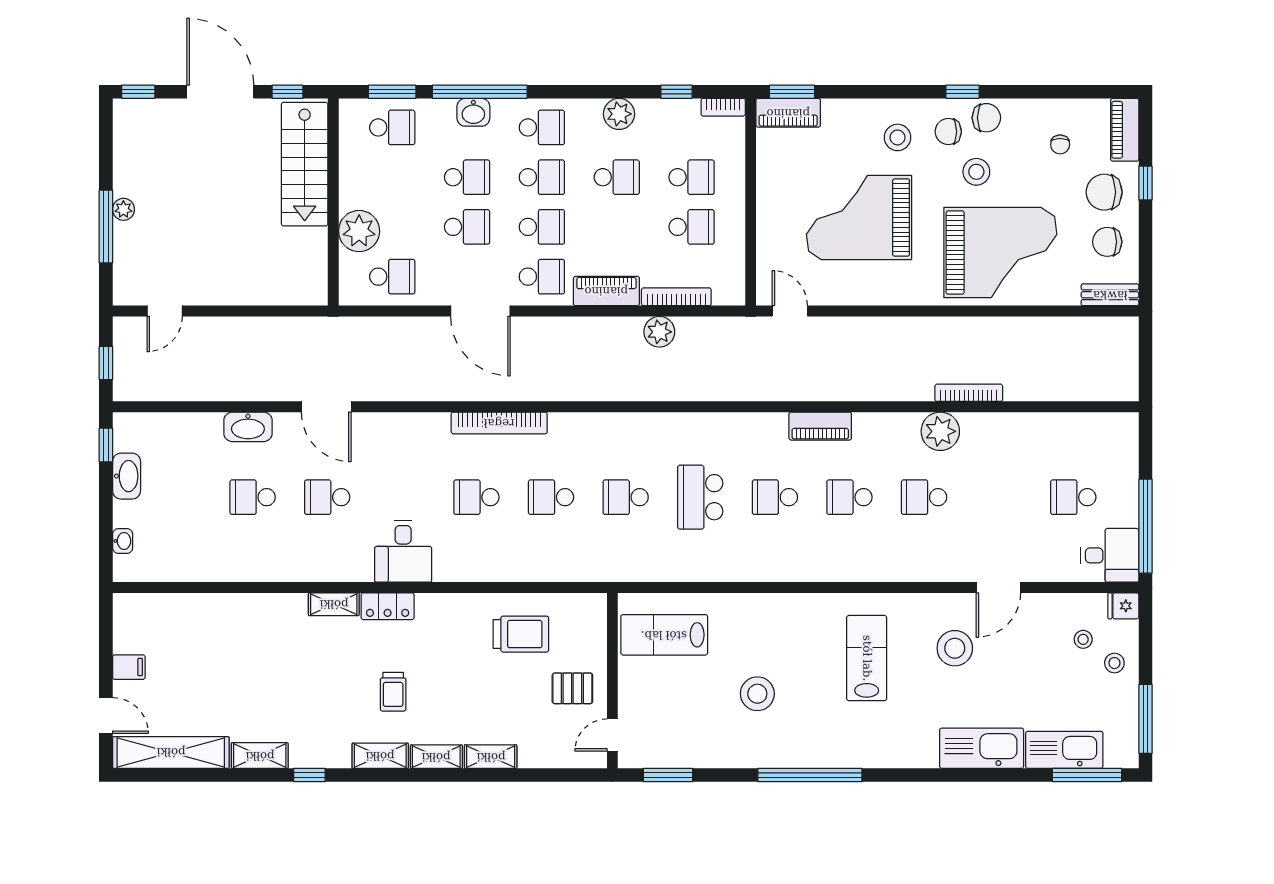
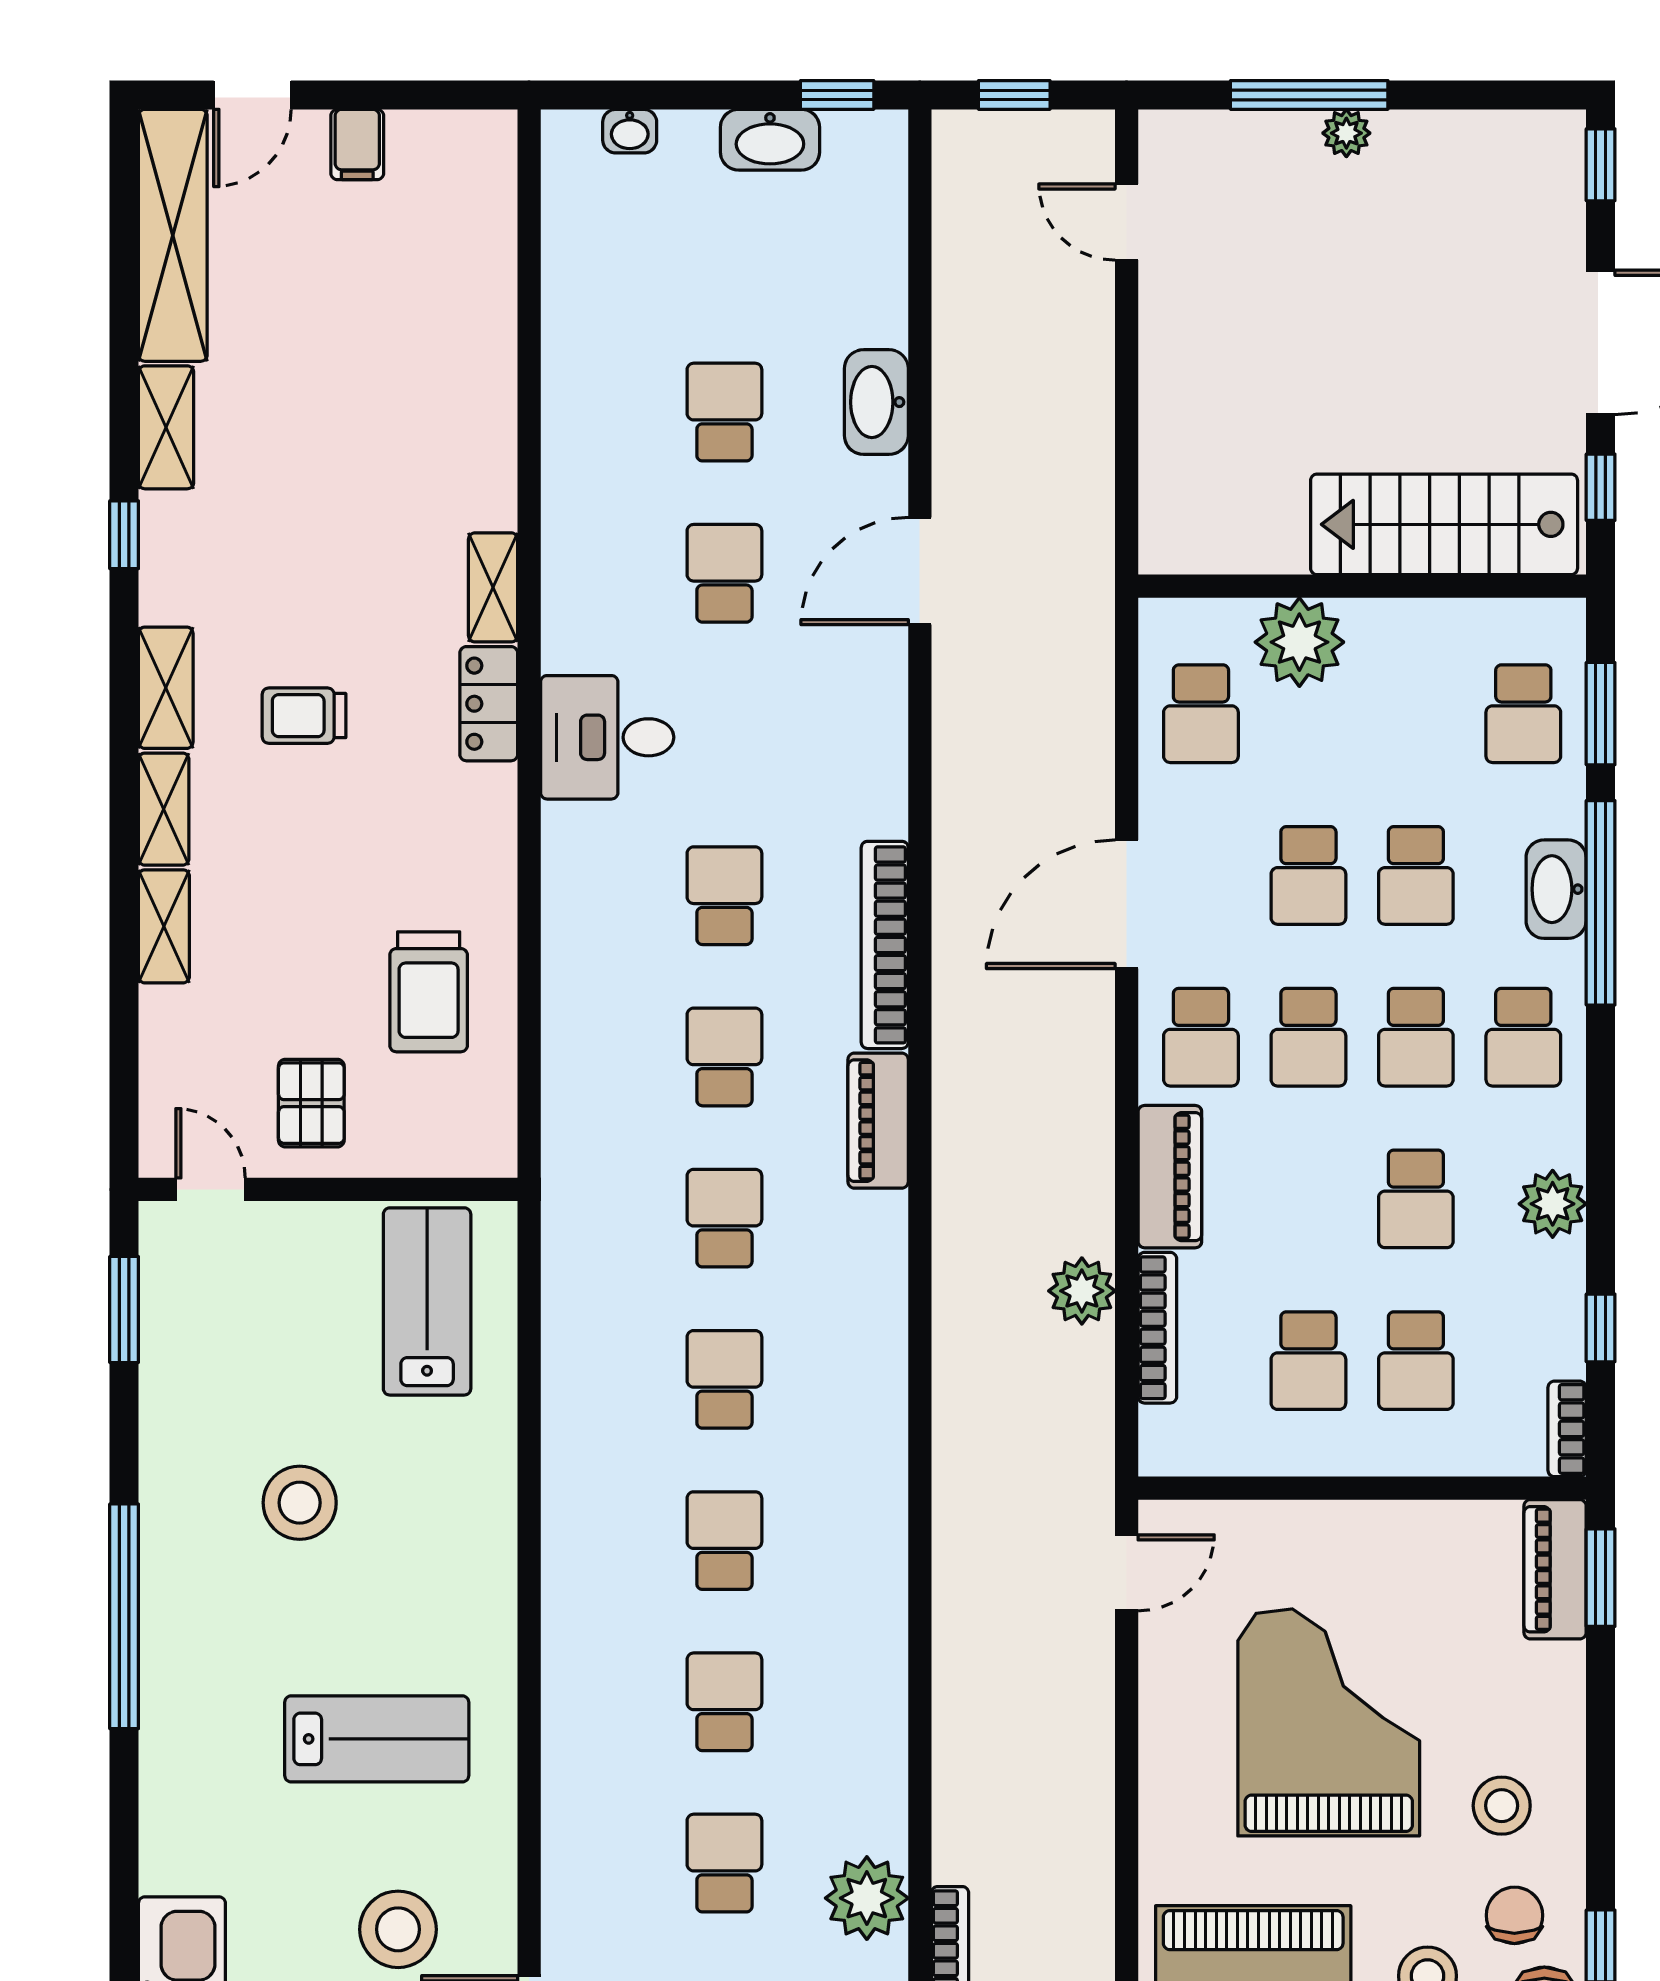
washbasin: (473, 112) -> (1556, 889), width x1.38
piano: (820, 426) -> (878, 1121), moved
school desk: (700, 497) -> (724, 1379), width x0.54

